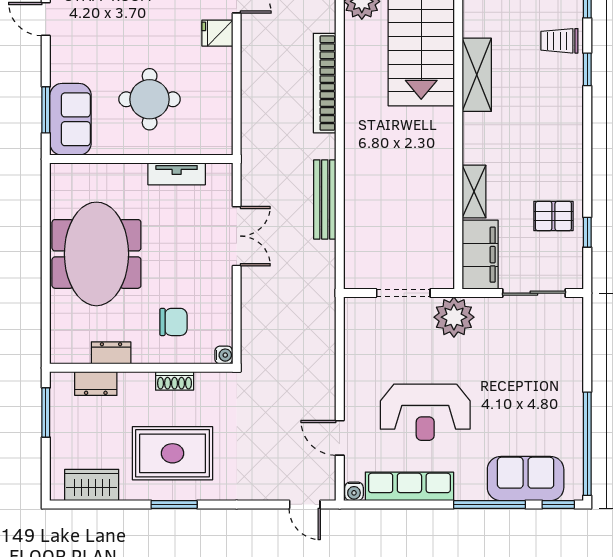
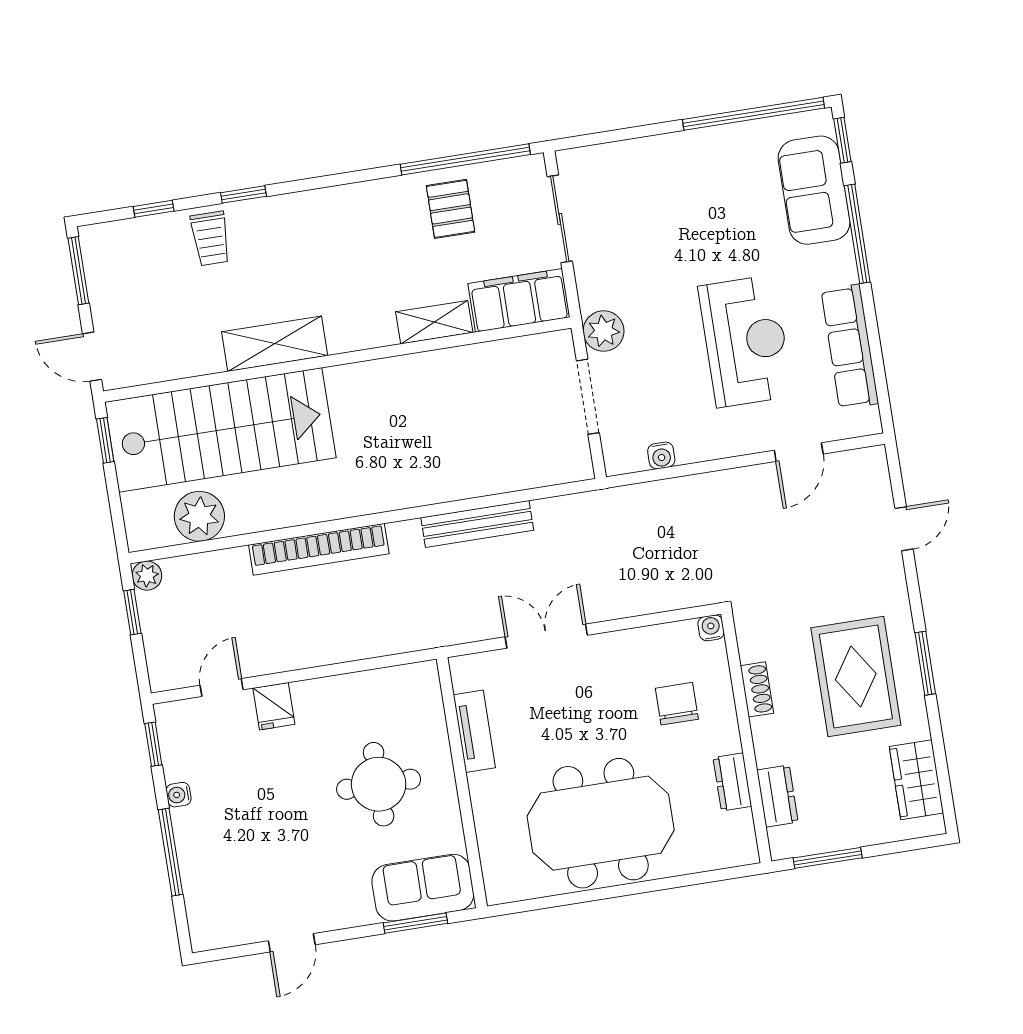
window: (587, 232) -> (465, 159), width x3.17
plant: (454, 317) -> (604, 331), width x0.73, depth x0.73
water cooler: (354, 491) -> (661, 456), moved, turned 90
door: (305, 504) -> (904, 529), moved

